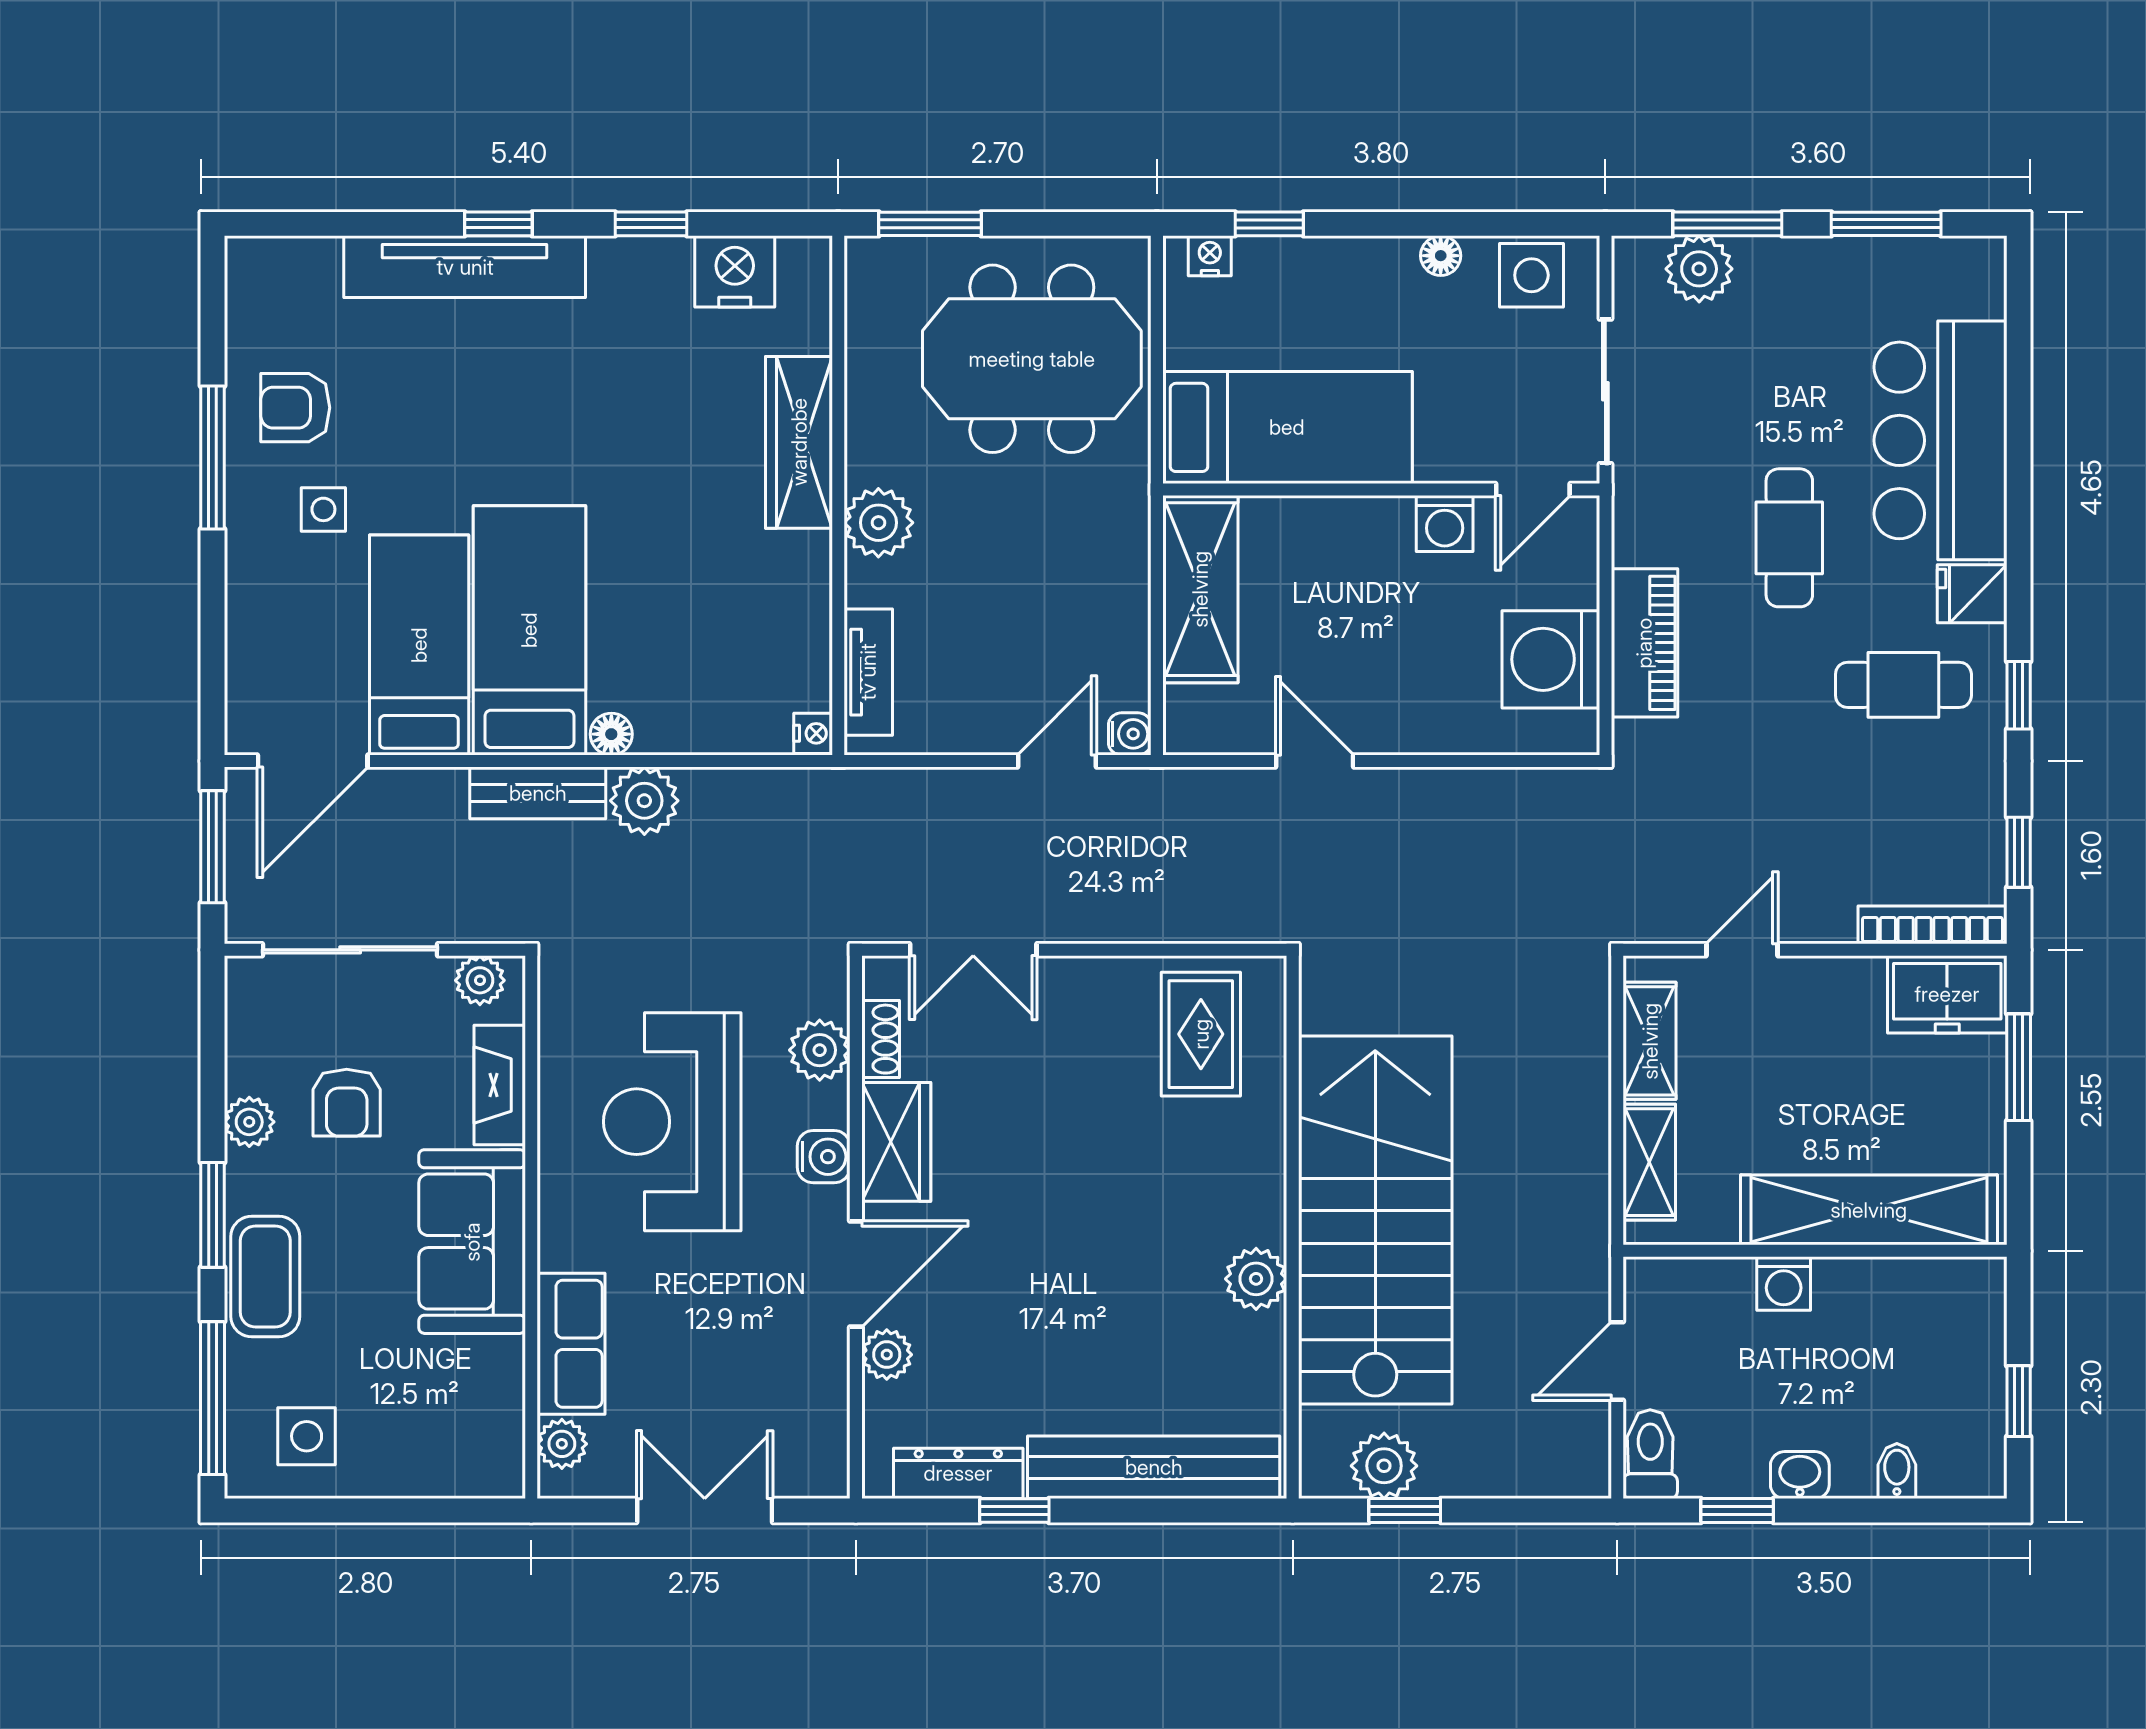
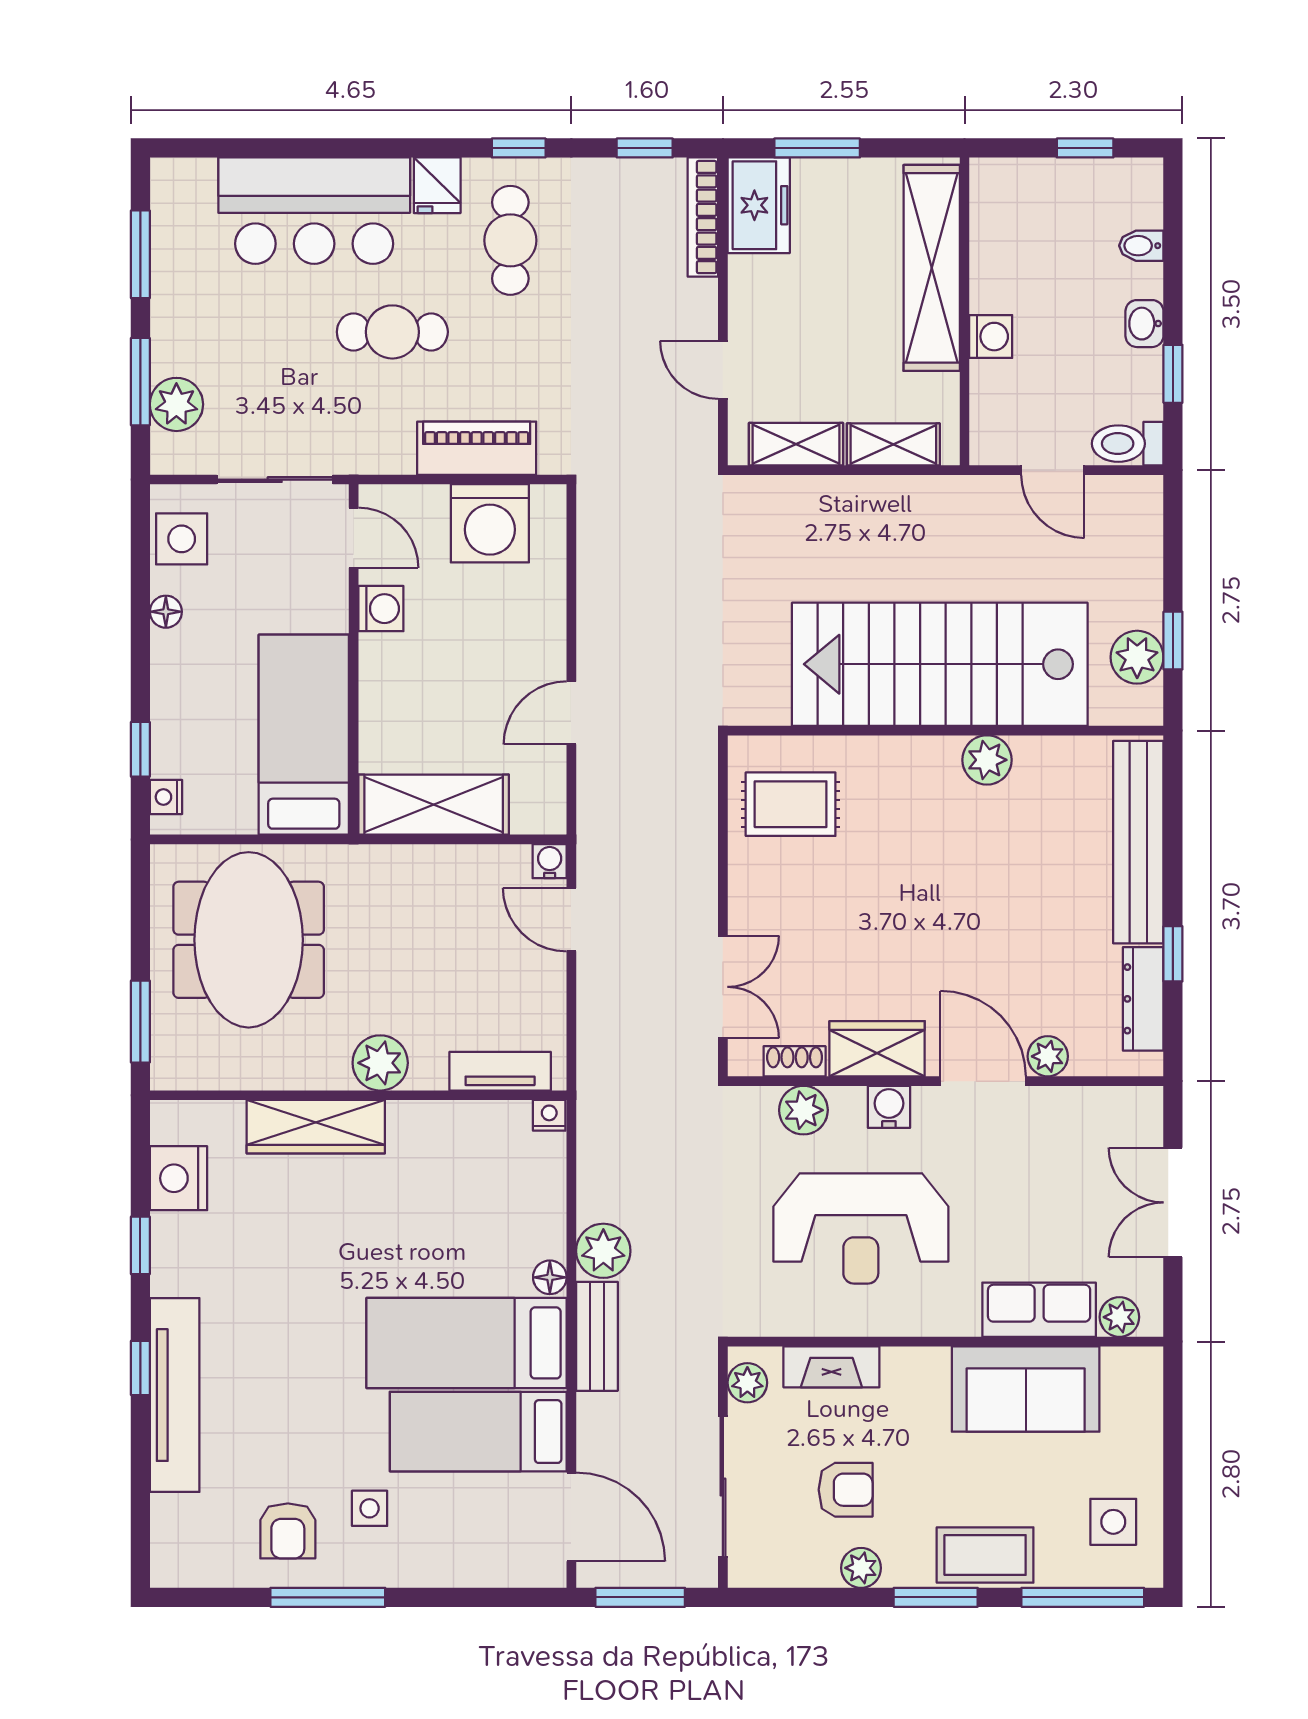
sofa: (472, 1242) -> (1026, 1389), moved

